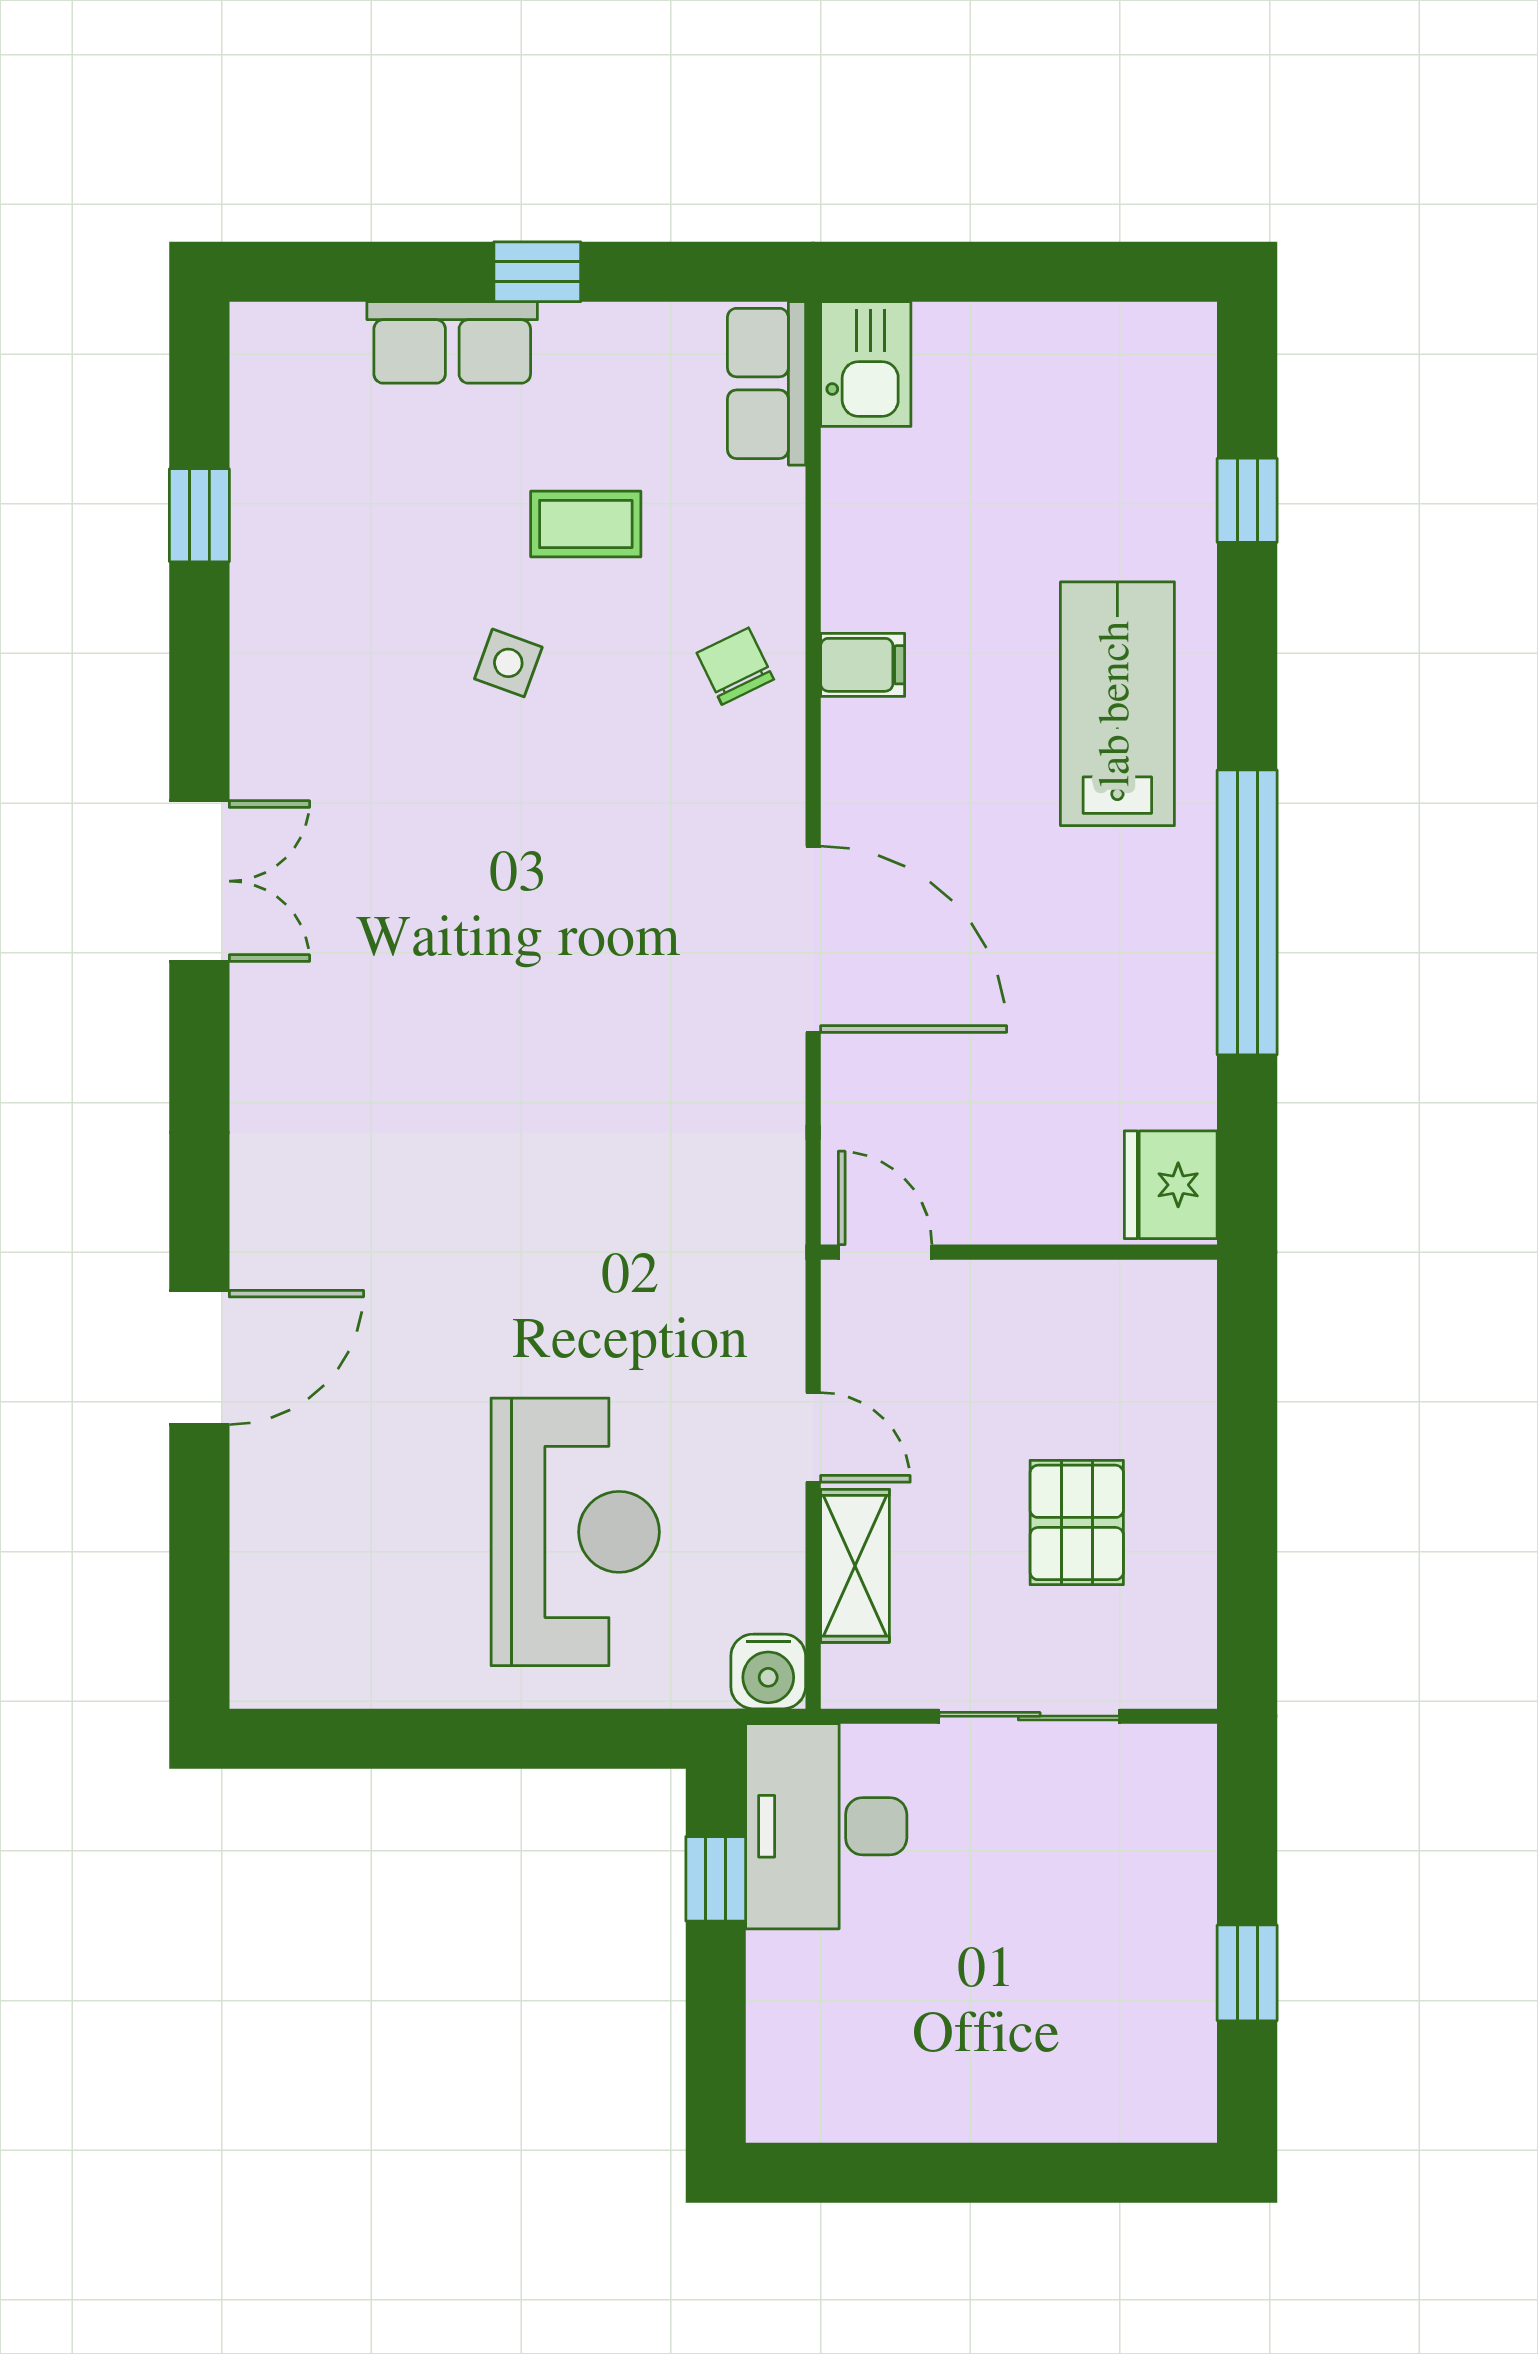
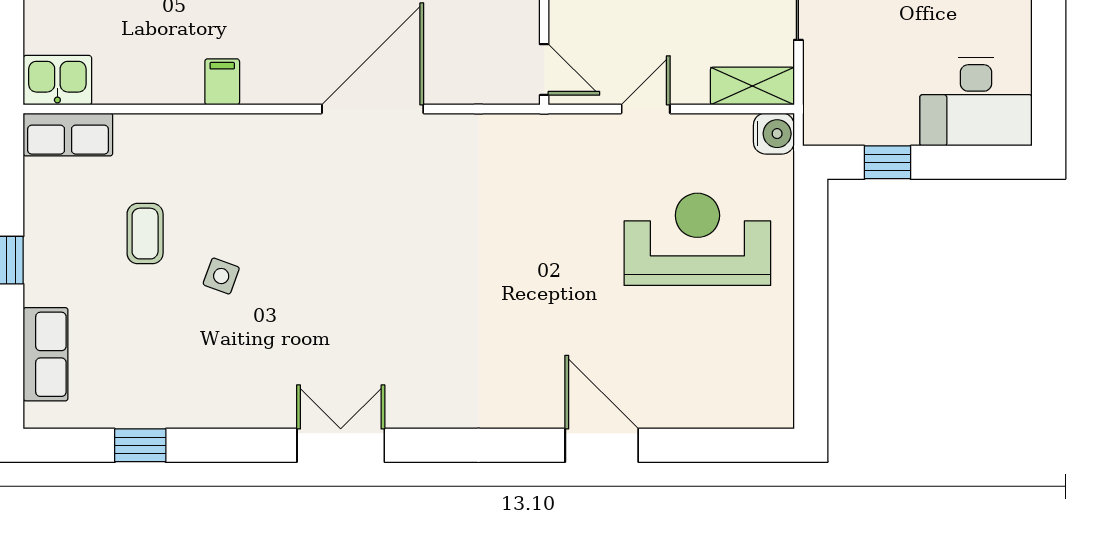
row of seats: (452, 342) -> (46, 354), moved
chair: (735, 666) -> (223, 152), removed
door: (885, 1252) -> (544, 70), swing flipped
shelving: (855, 1566) -> (752, 86), moved
desk: (826, 1826) -> (976, 102), moved

